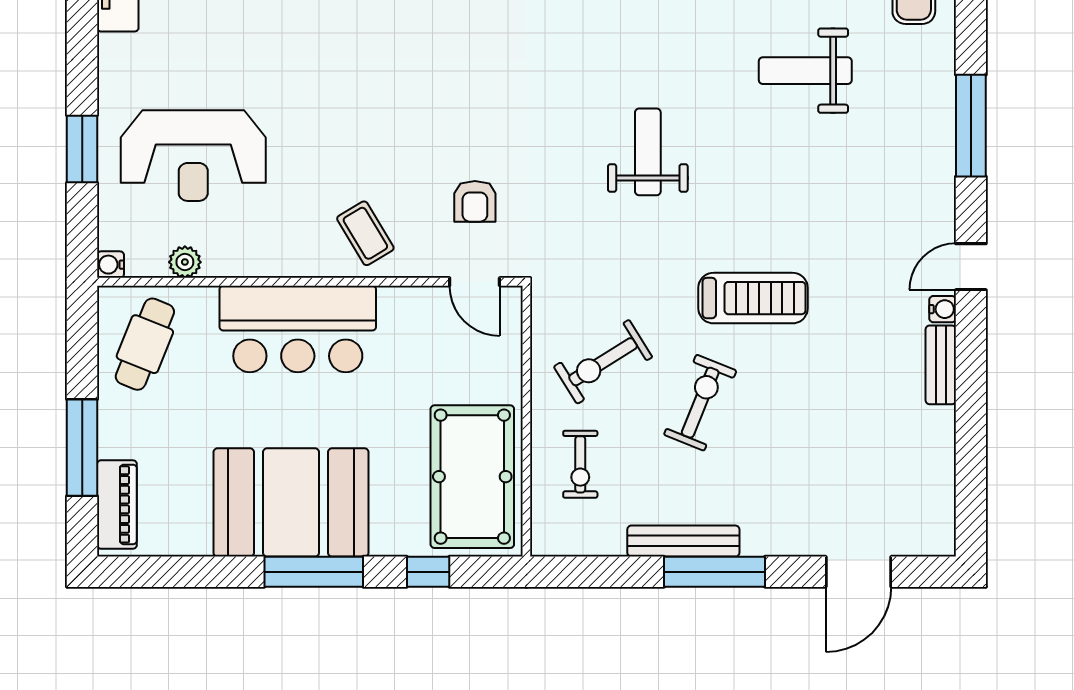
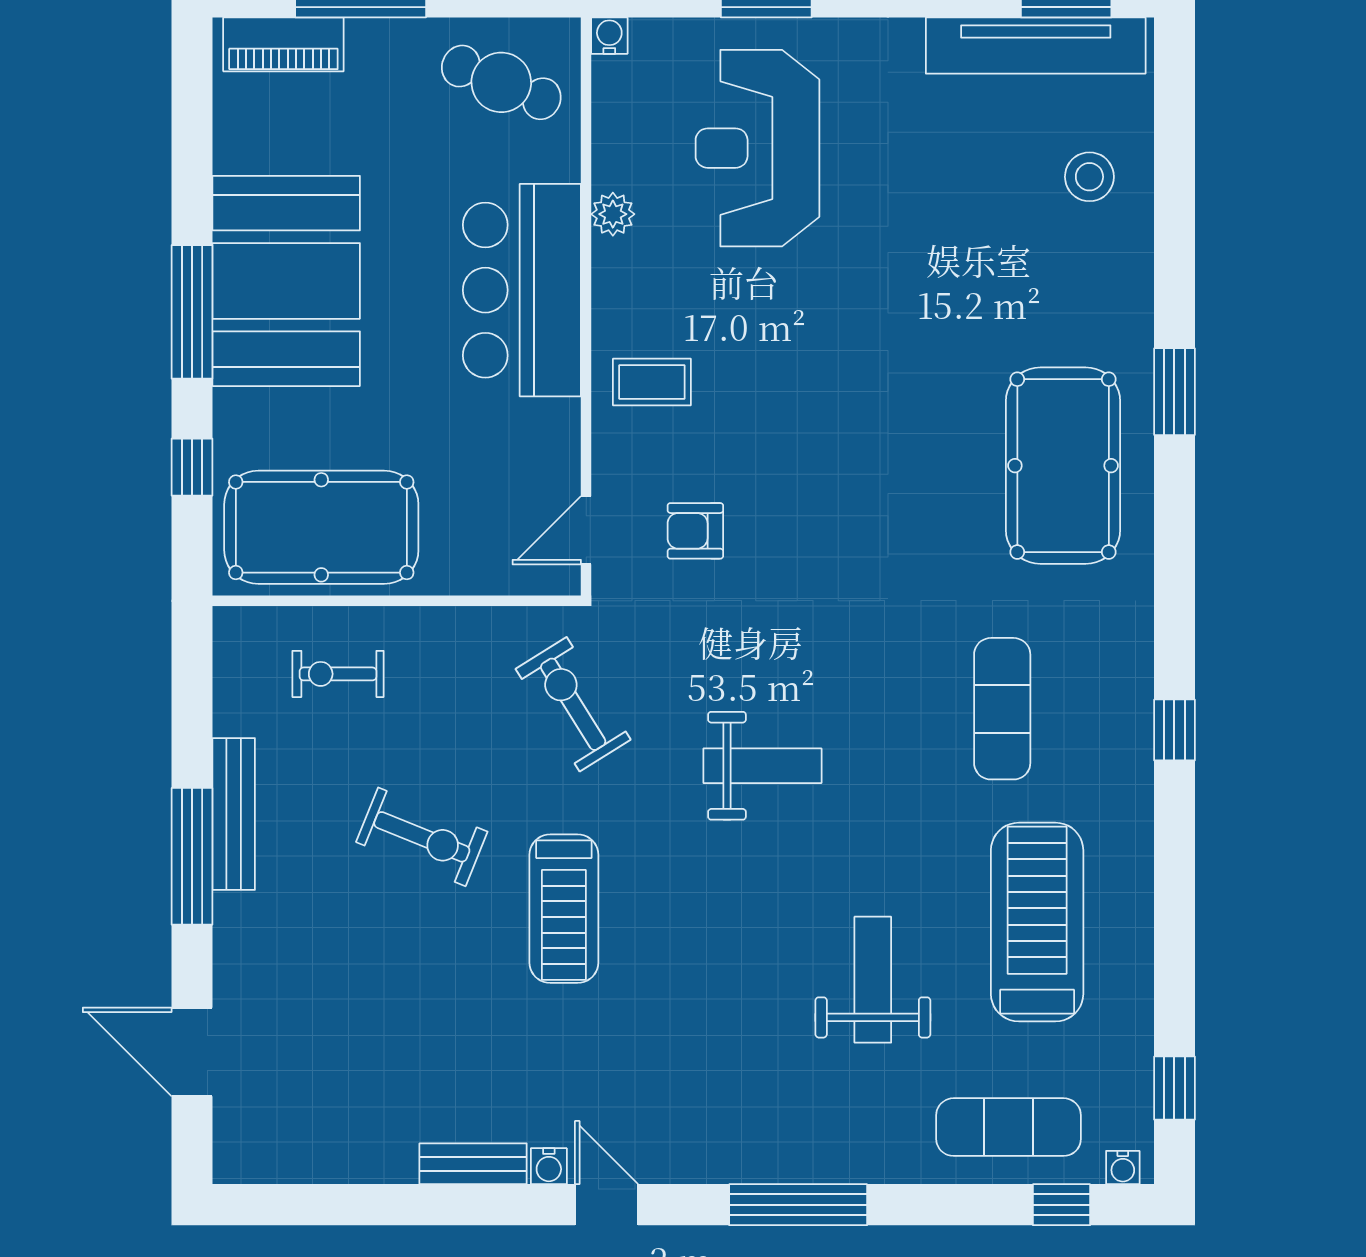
coffee table: (365, 233) -> (652, 382), turned 31
plant: (185, 262) -> (613, 214), moved
exercise bike: (603, 362) -> (573, 704), moved

